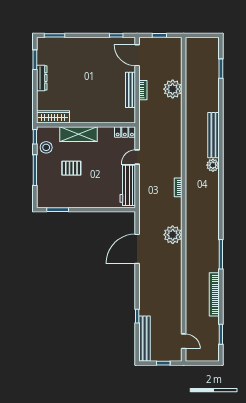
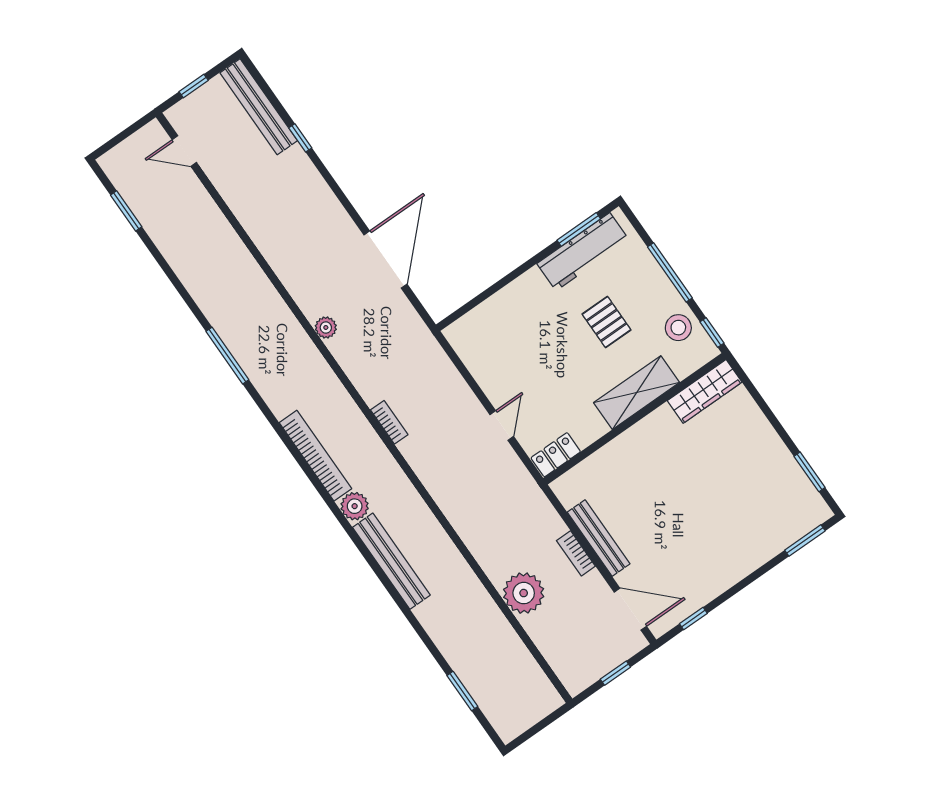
dresser: (42, 78) -> (774, 447), removed
pallet: (71, 168) -> (607, 322), turned 90
workbench: (128, 185) -> (583, 252), moved, turned 90
plant: (173, 235) -> (326, 327), width x0.53, depth x0.53
bookcase: (214, 294) -> (315, 456), moved

